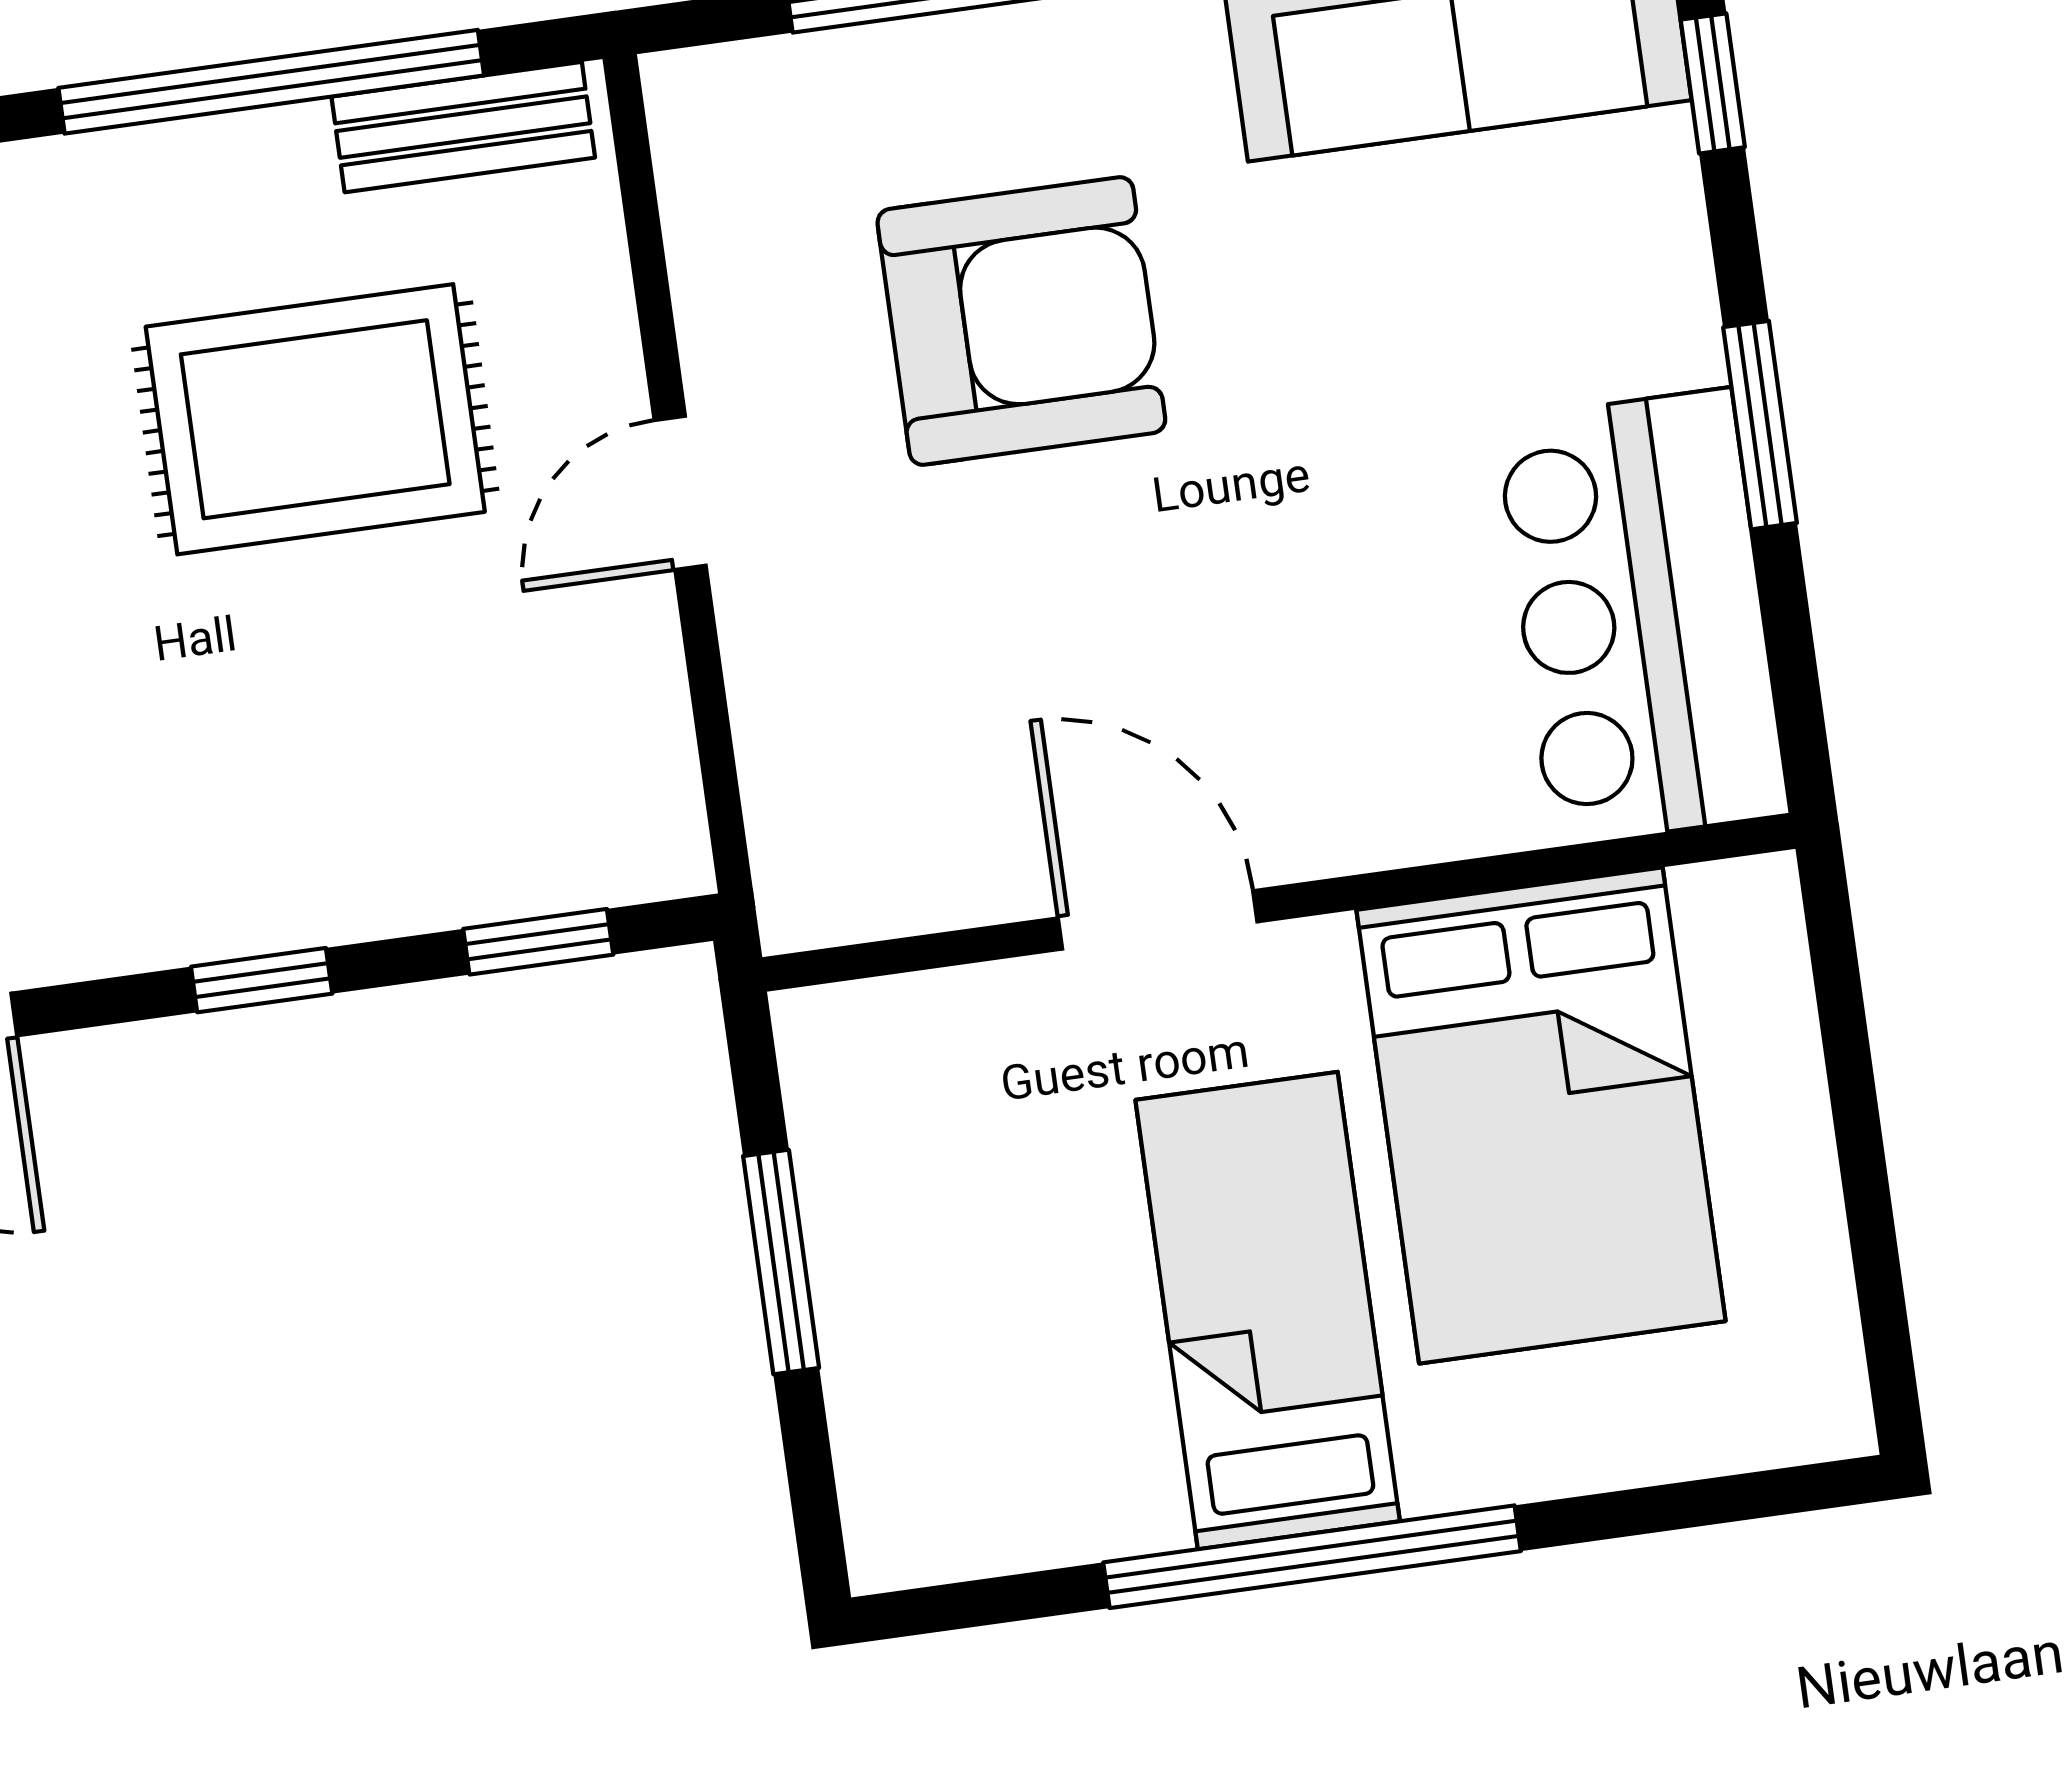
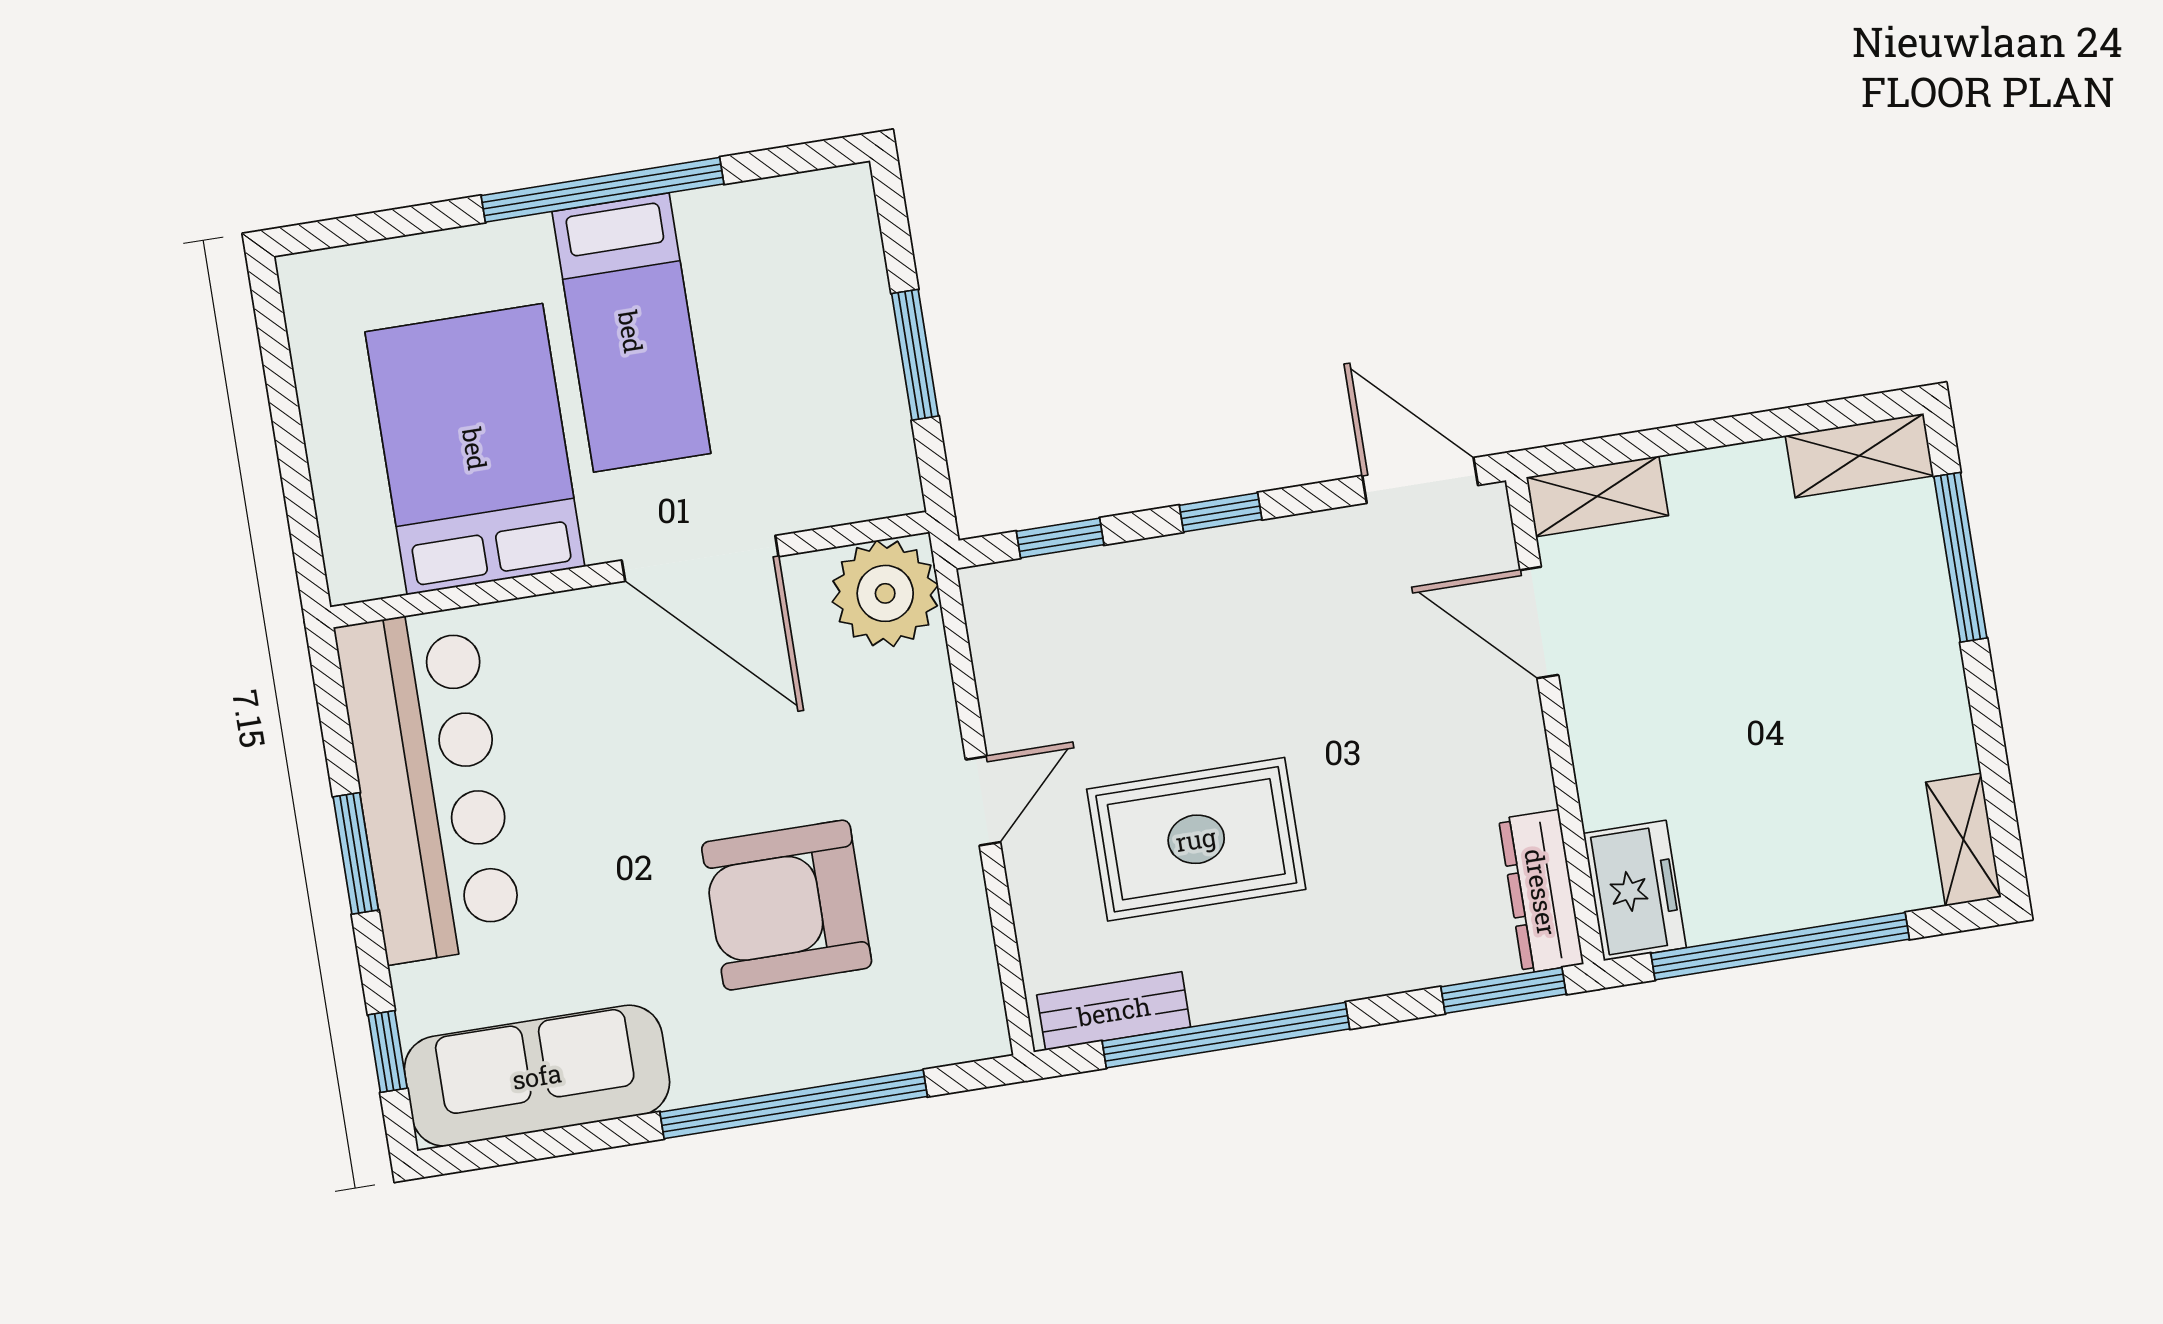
bar counter: (1642, 617) -> (429, 785), width x1.36
plant: (841, 853) -> (885, 593), added
door: (1158, 920) -> (700, 558), width x1.36

